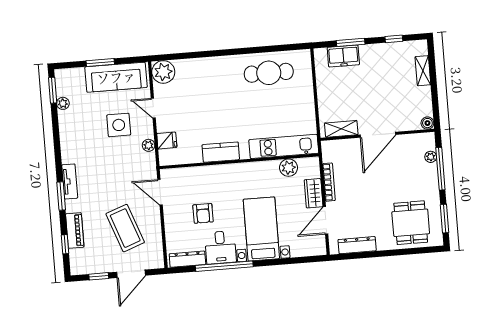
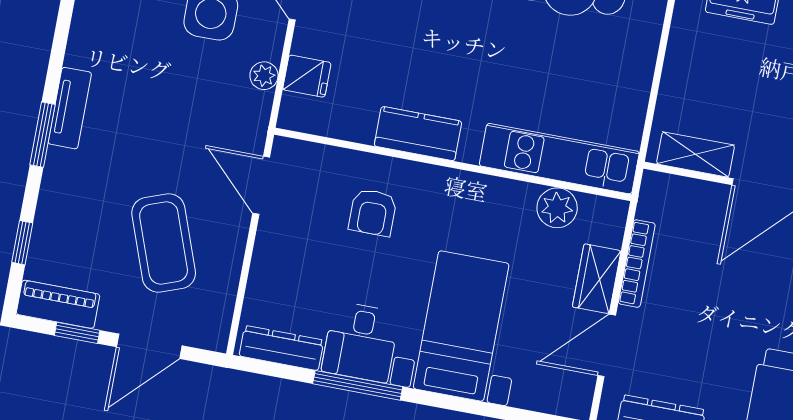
armchair: (203, 213) -> (373, 212), moved
piano: (75, 230) -> (58, 304), moved, turned -90
window: (224, 266) -> (358, 385), width x0.68

